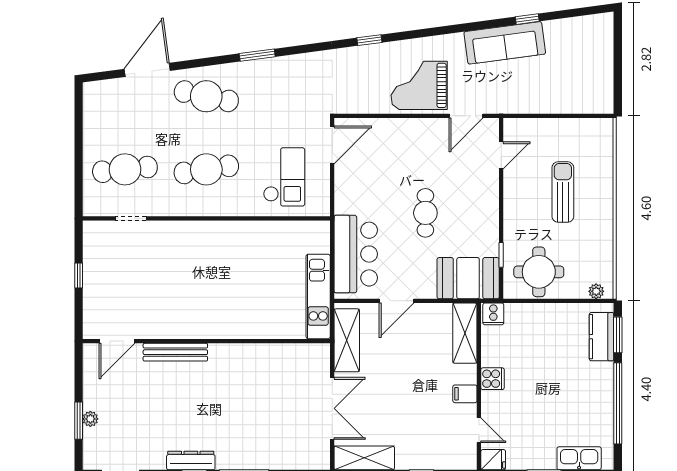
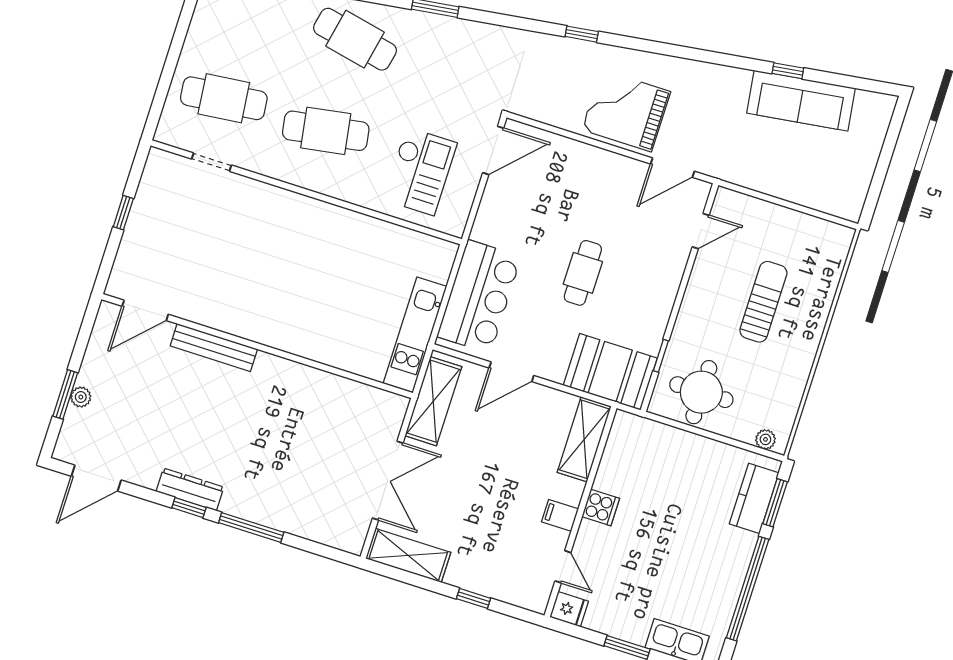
sofa: (505, 43) -> (801, 101), moved
cooker: (493, 314) -> (628, 427), removed

